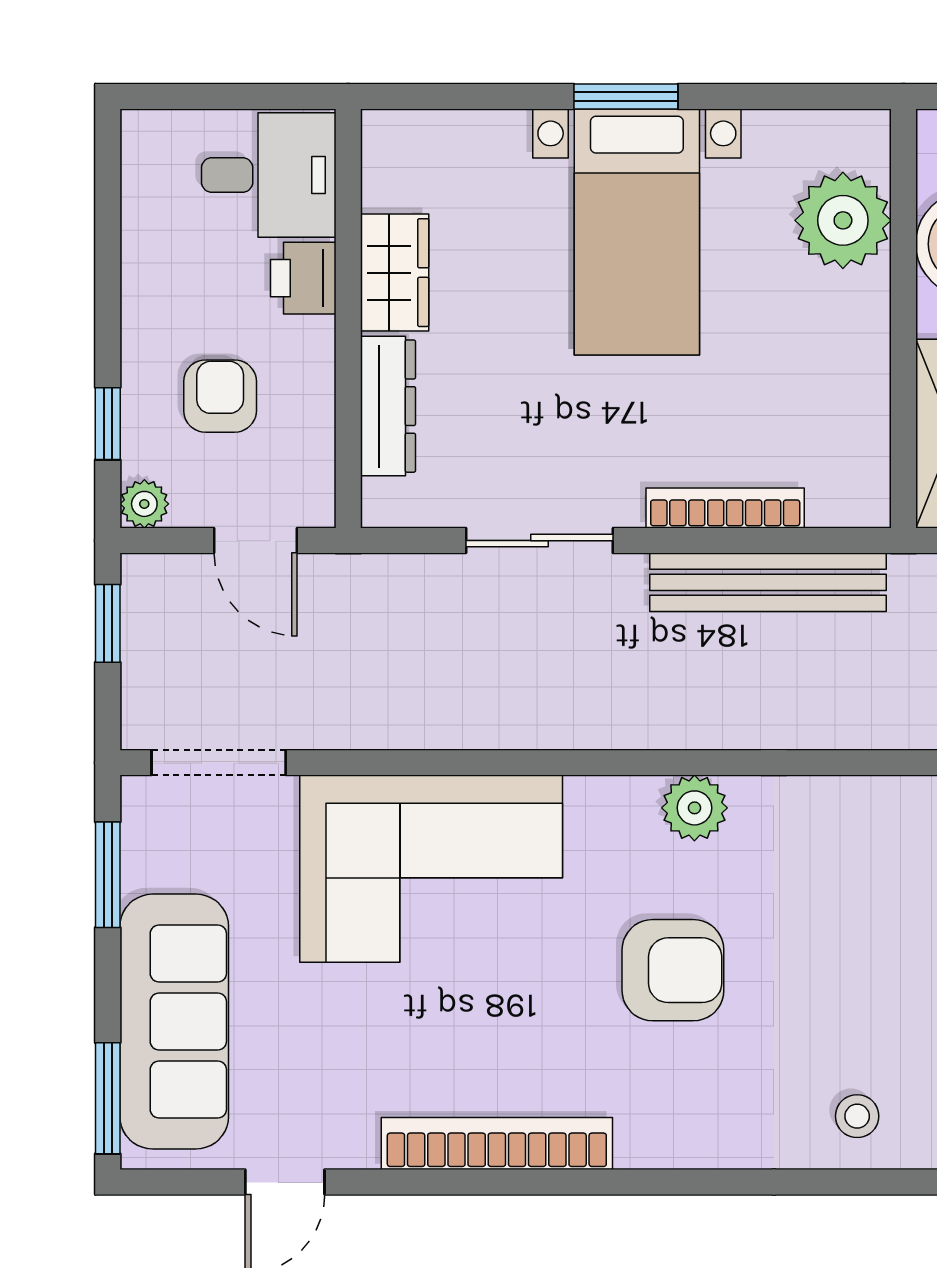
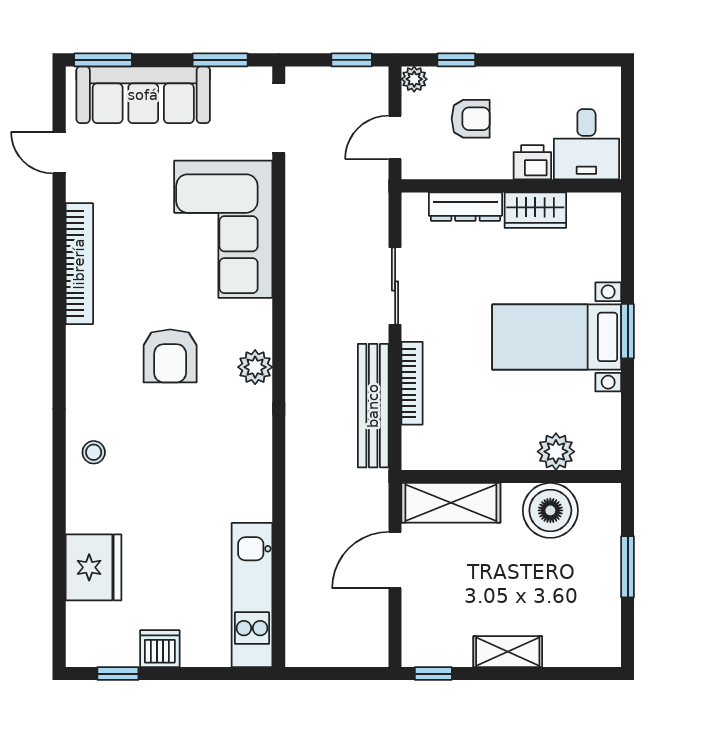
plant: (843, 220) -> (556, 452), width x0.73, depth x0.73

